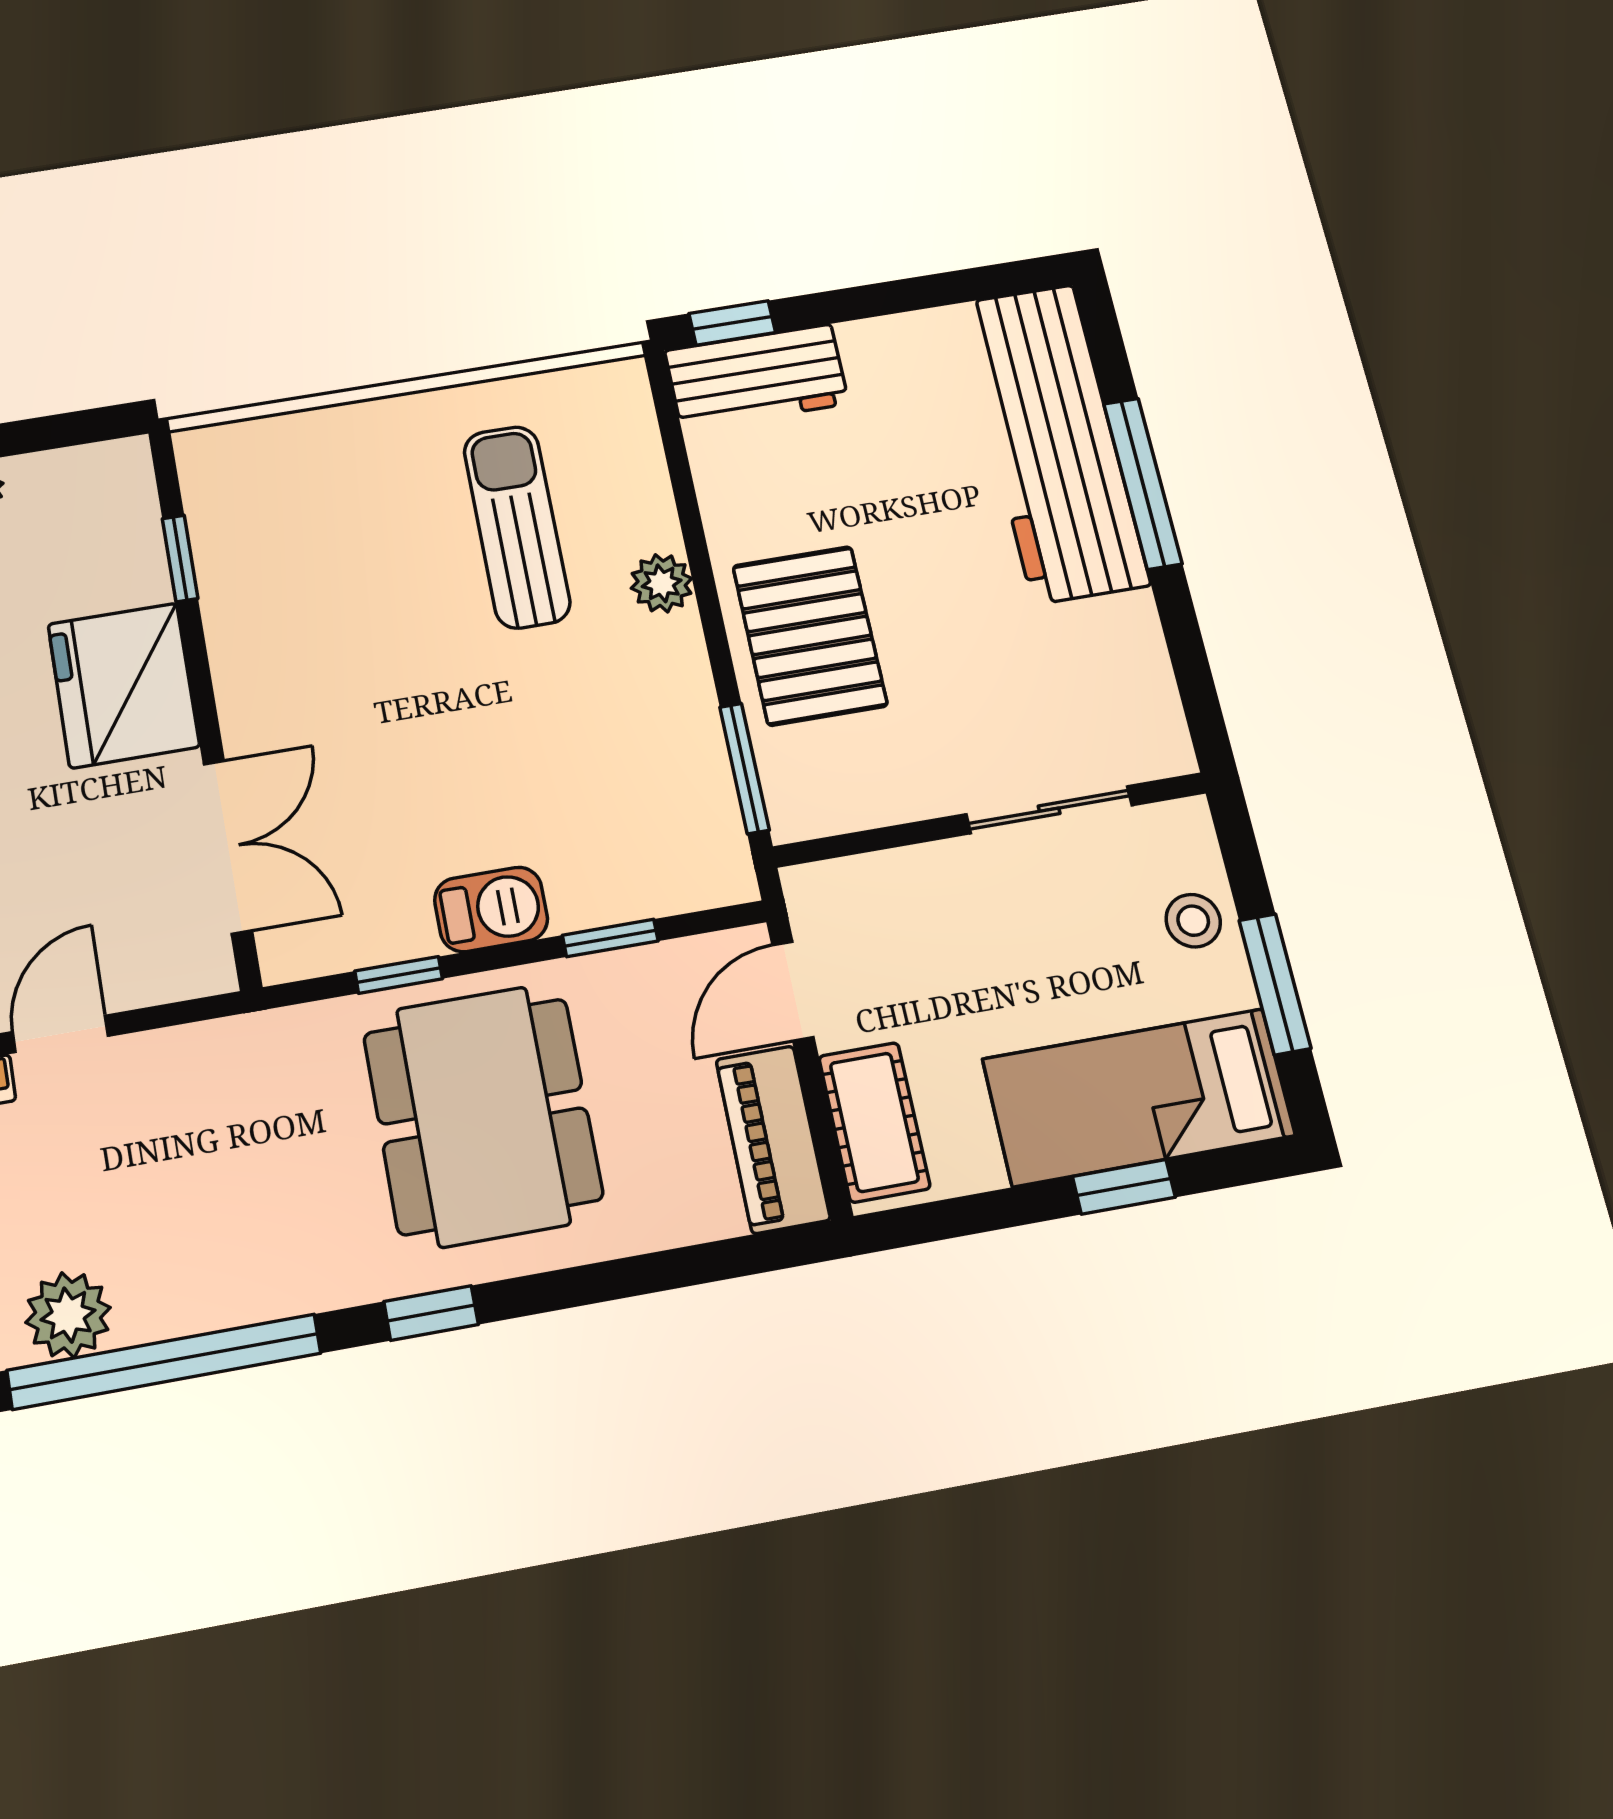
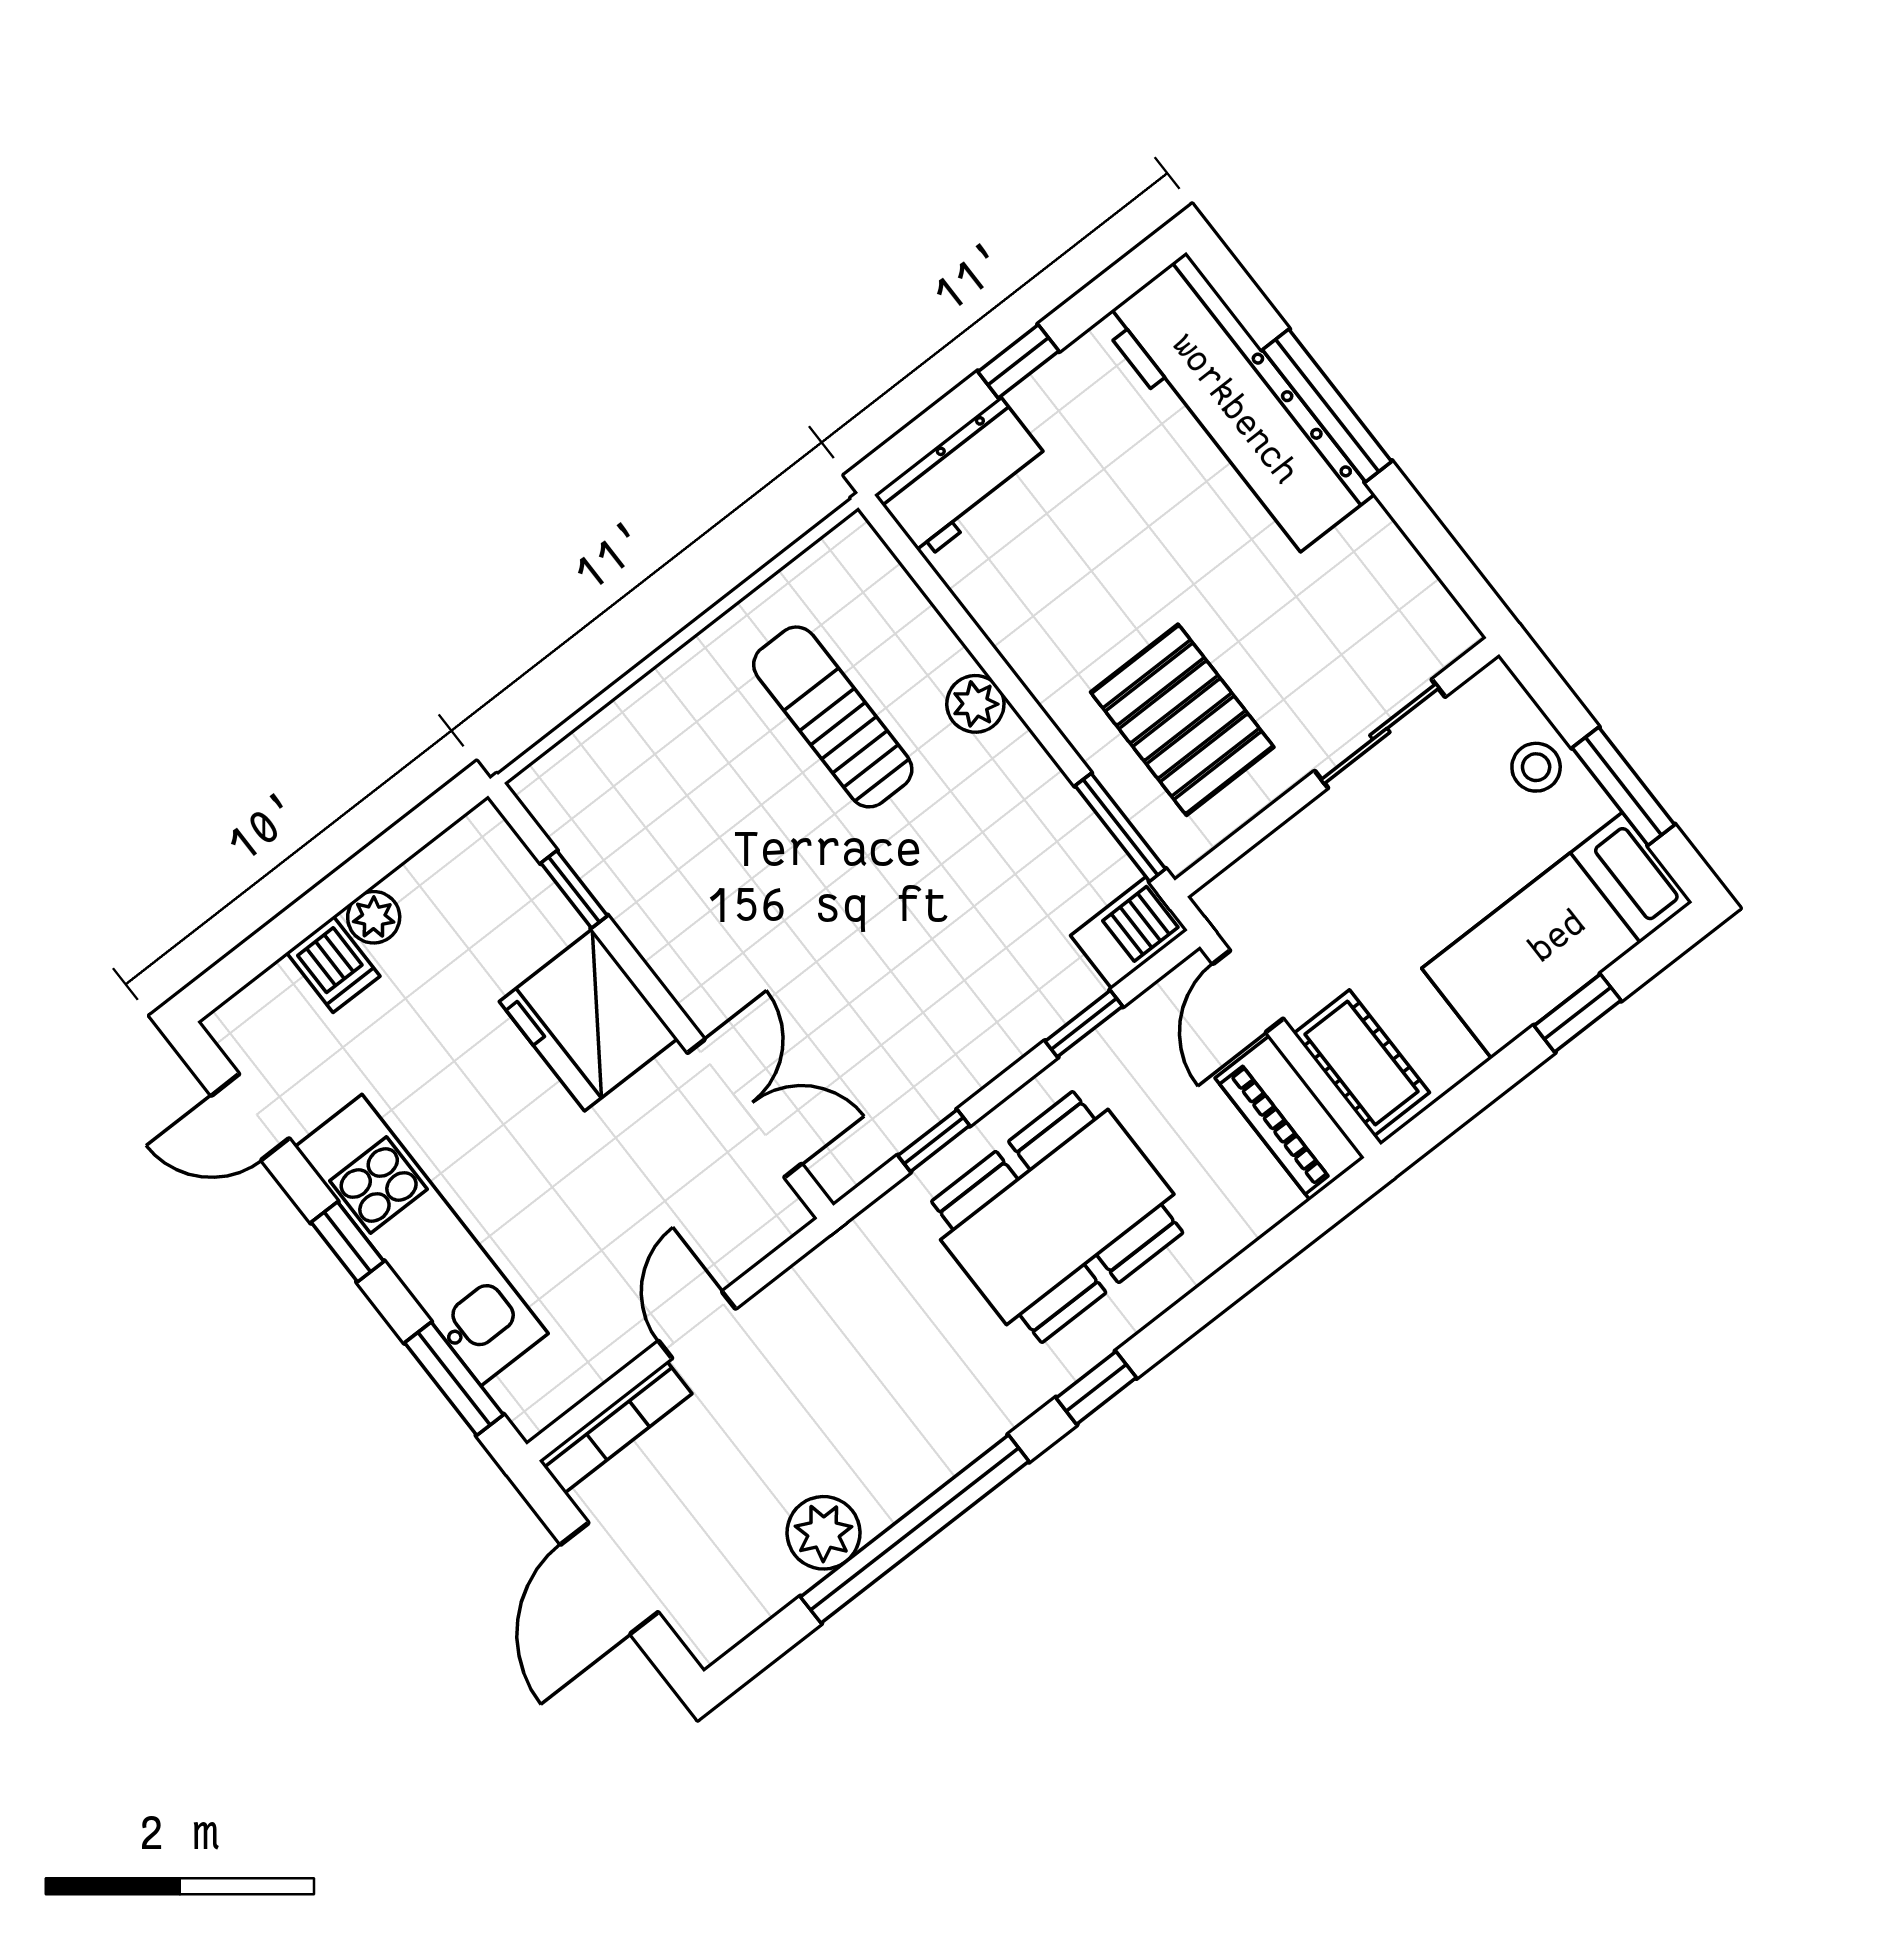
window: (732, 323) -> (1018, 361), moved
pallet: (810, 635) -> (1182, 720), moved
barbecue: (491, 909) -> (1129, 933), moved
dining table: (483, 1116) -> (1057, 1217), turned 90

